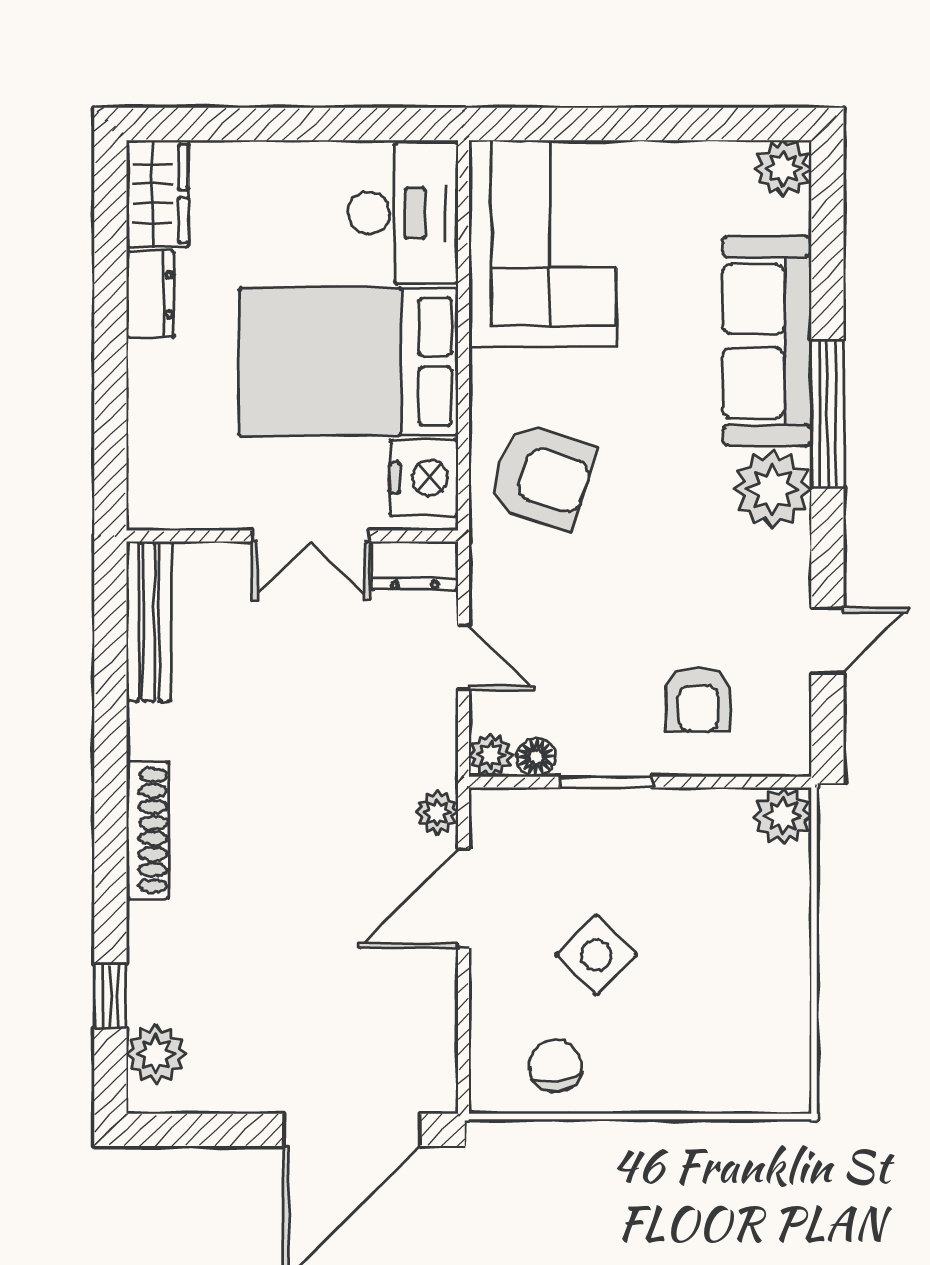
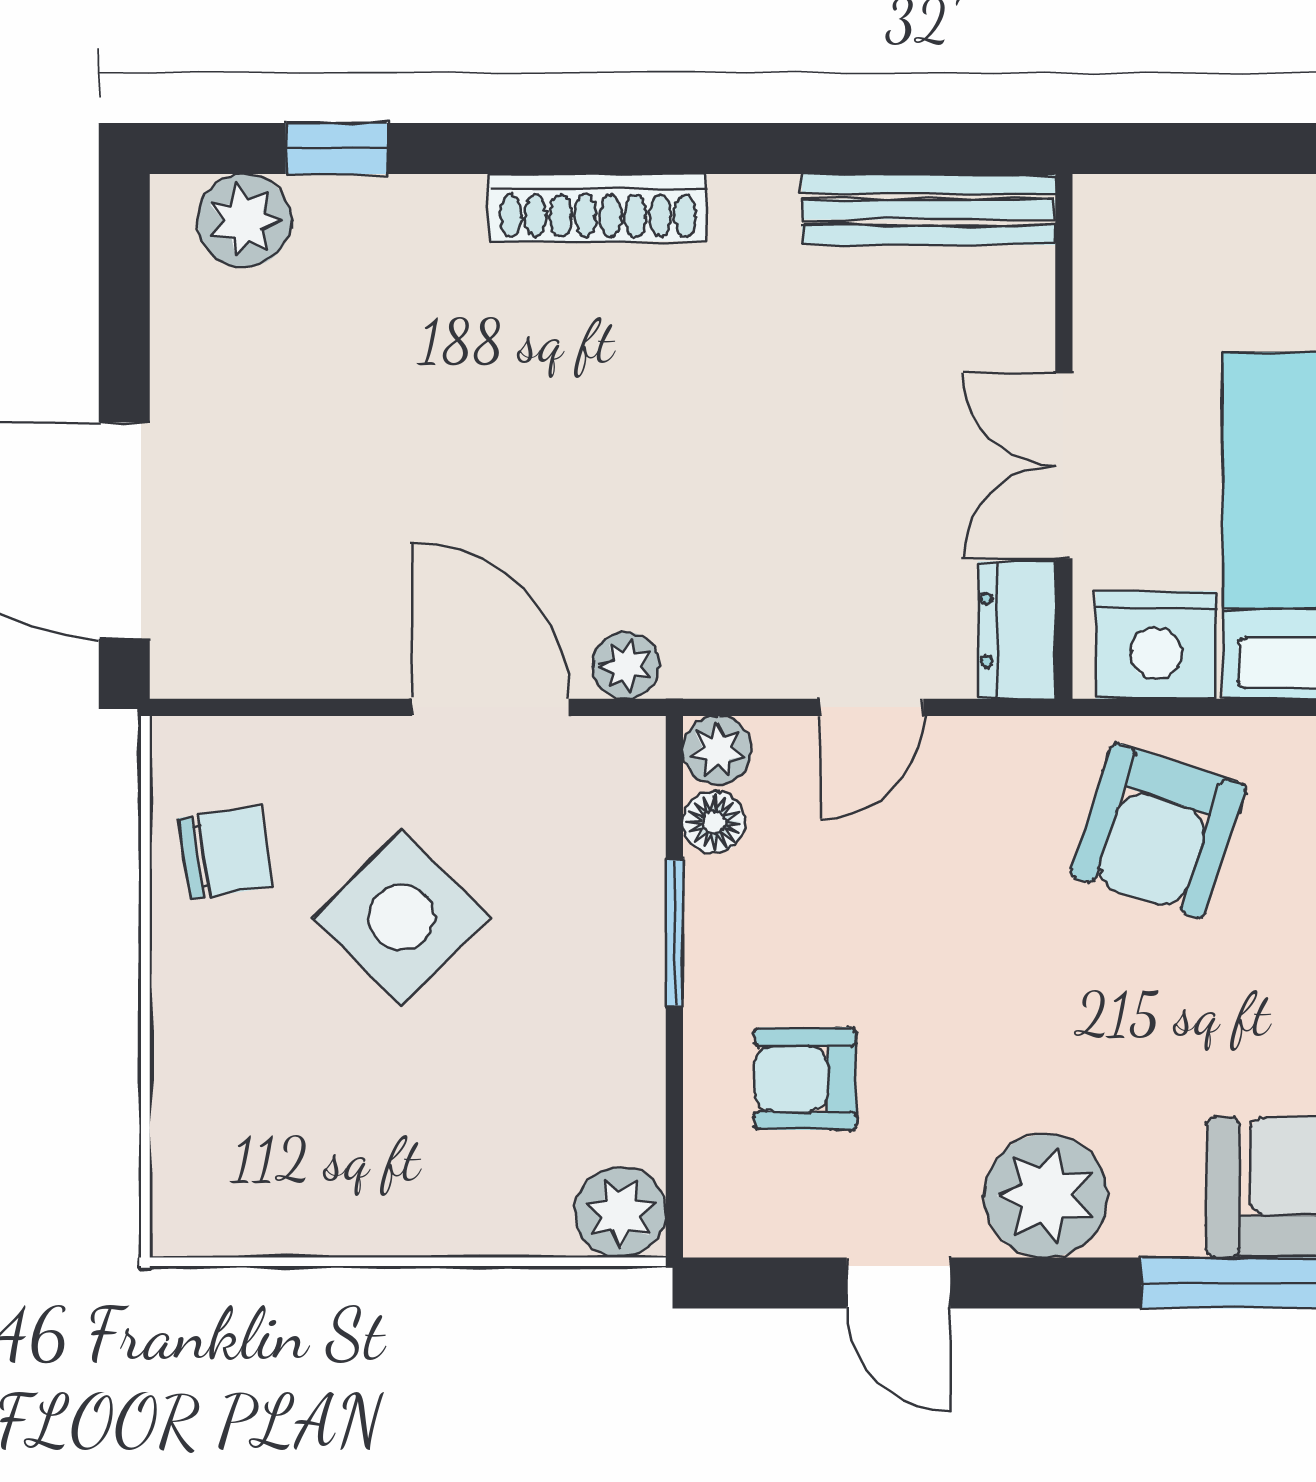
plant: (772, 489) -> (1046, 1196), moved
side table: (596, 955) -> (401, 917), width x1.37, depth x1.37

